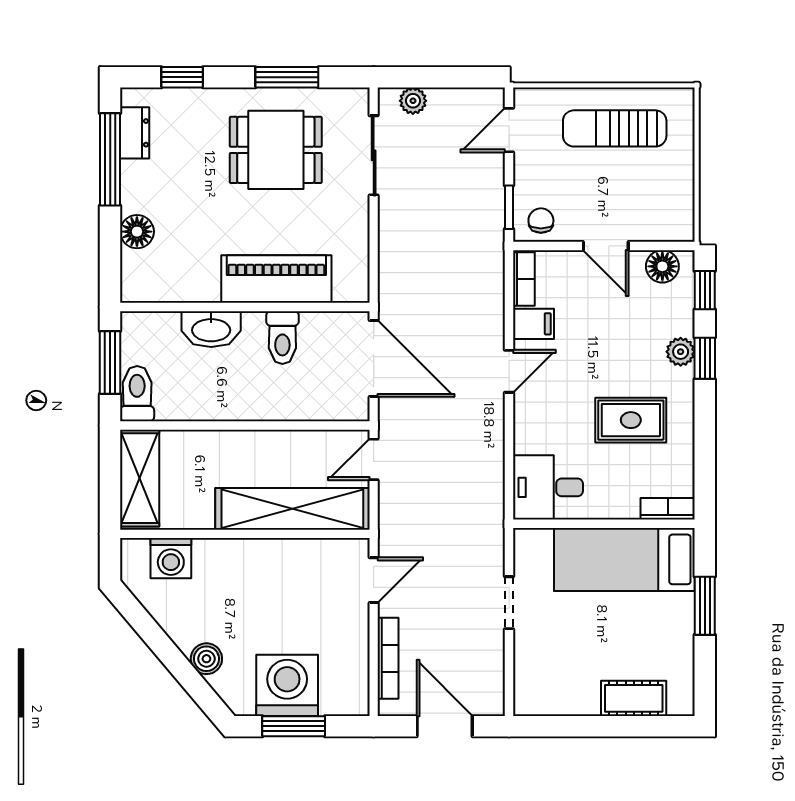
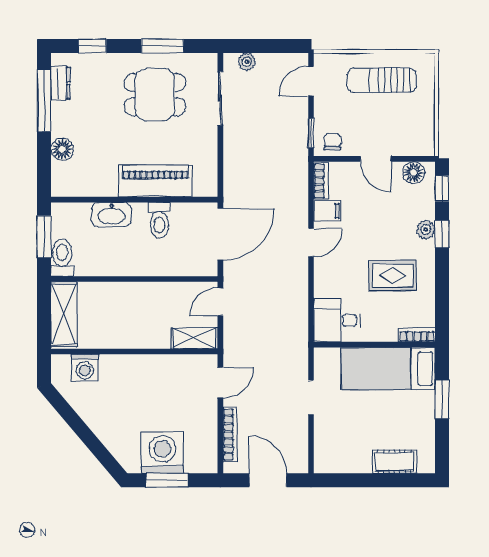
door: (374, 359) -> (220, 234), hinge flipped
shelving: (292, 509) -> (194, 338), width x0.45, depth x0.75
boiler: (206, 659) -> (109, 435), removed

